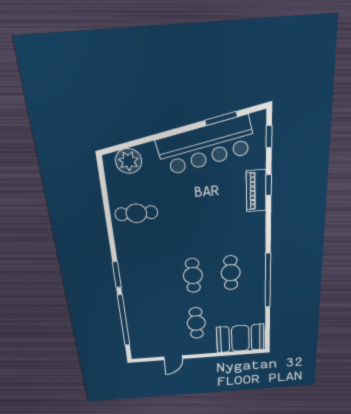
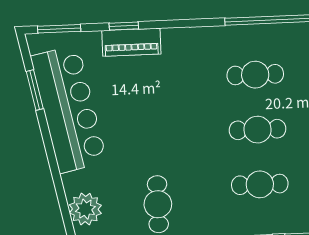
window: (269, 137) -> (59, 29), width x1.50
cafe table: (155, 278) -> (260, 184), added

